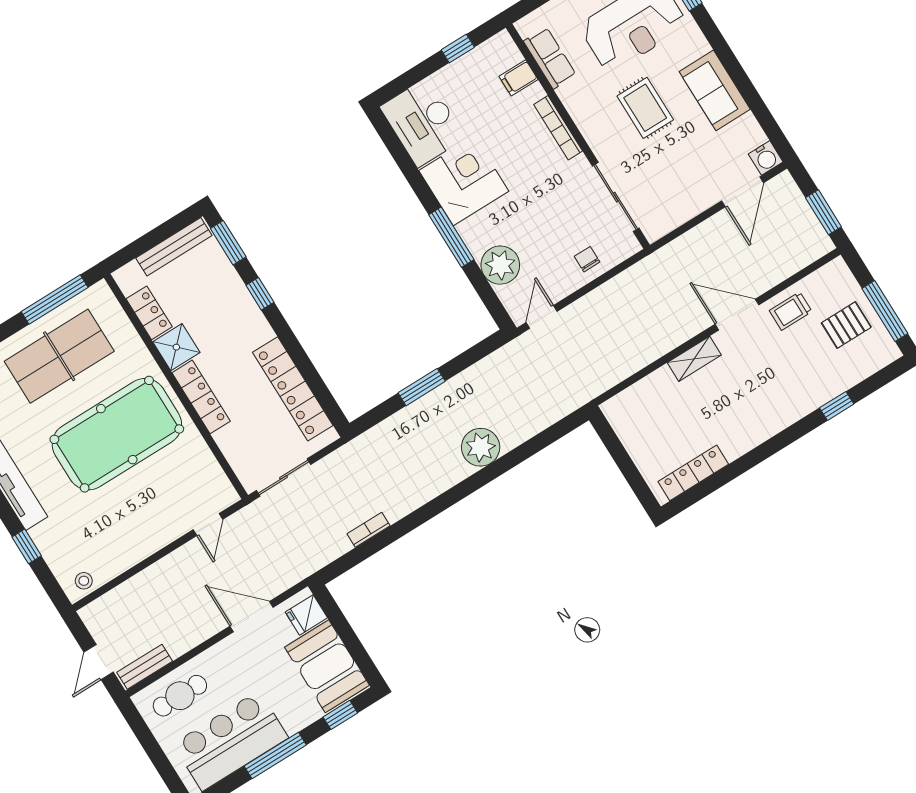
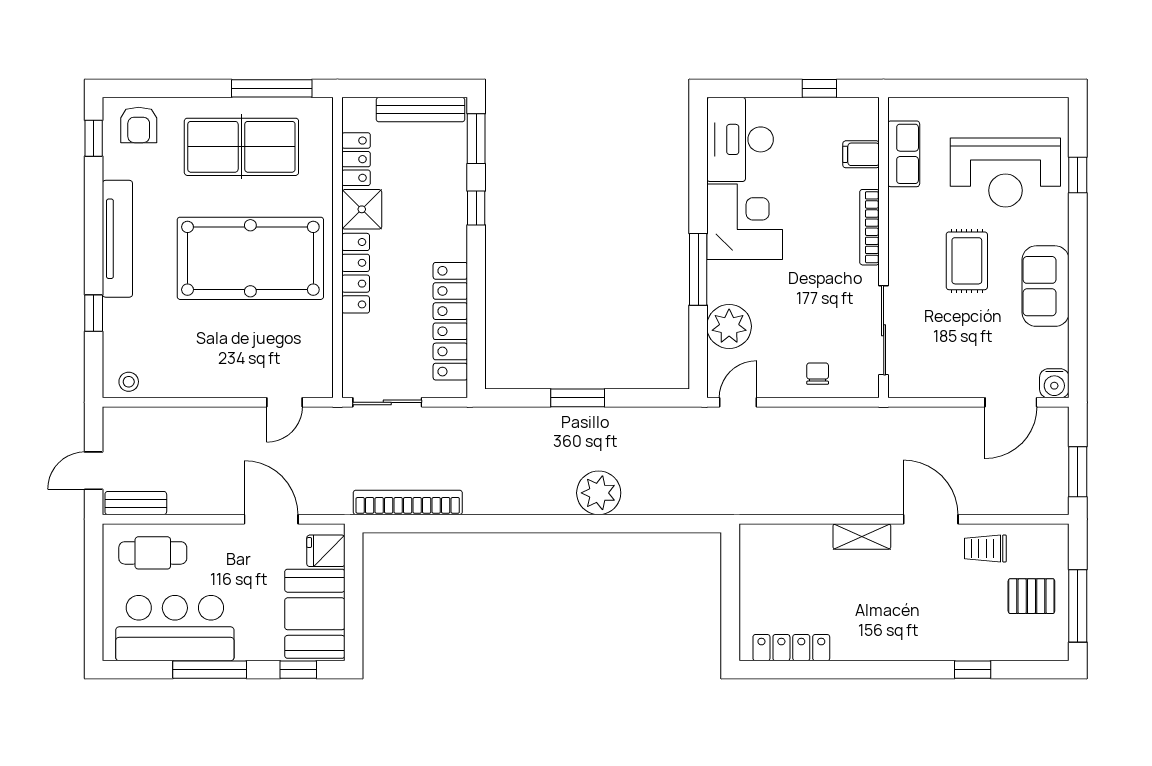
bookcase: (368, 530) -> (408, 502), width x2.31, depth x1.31

